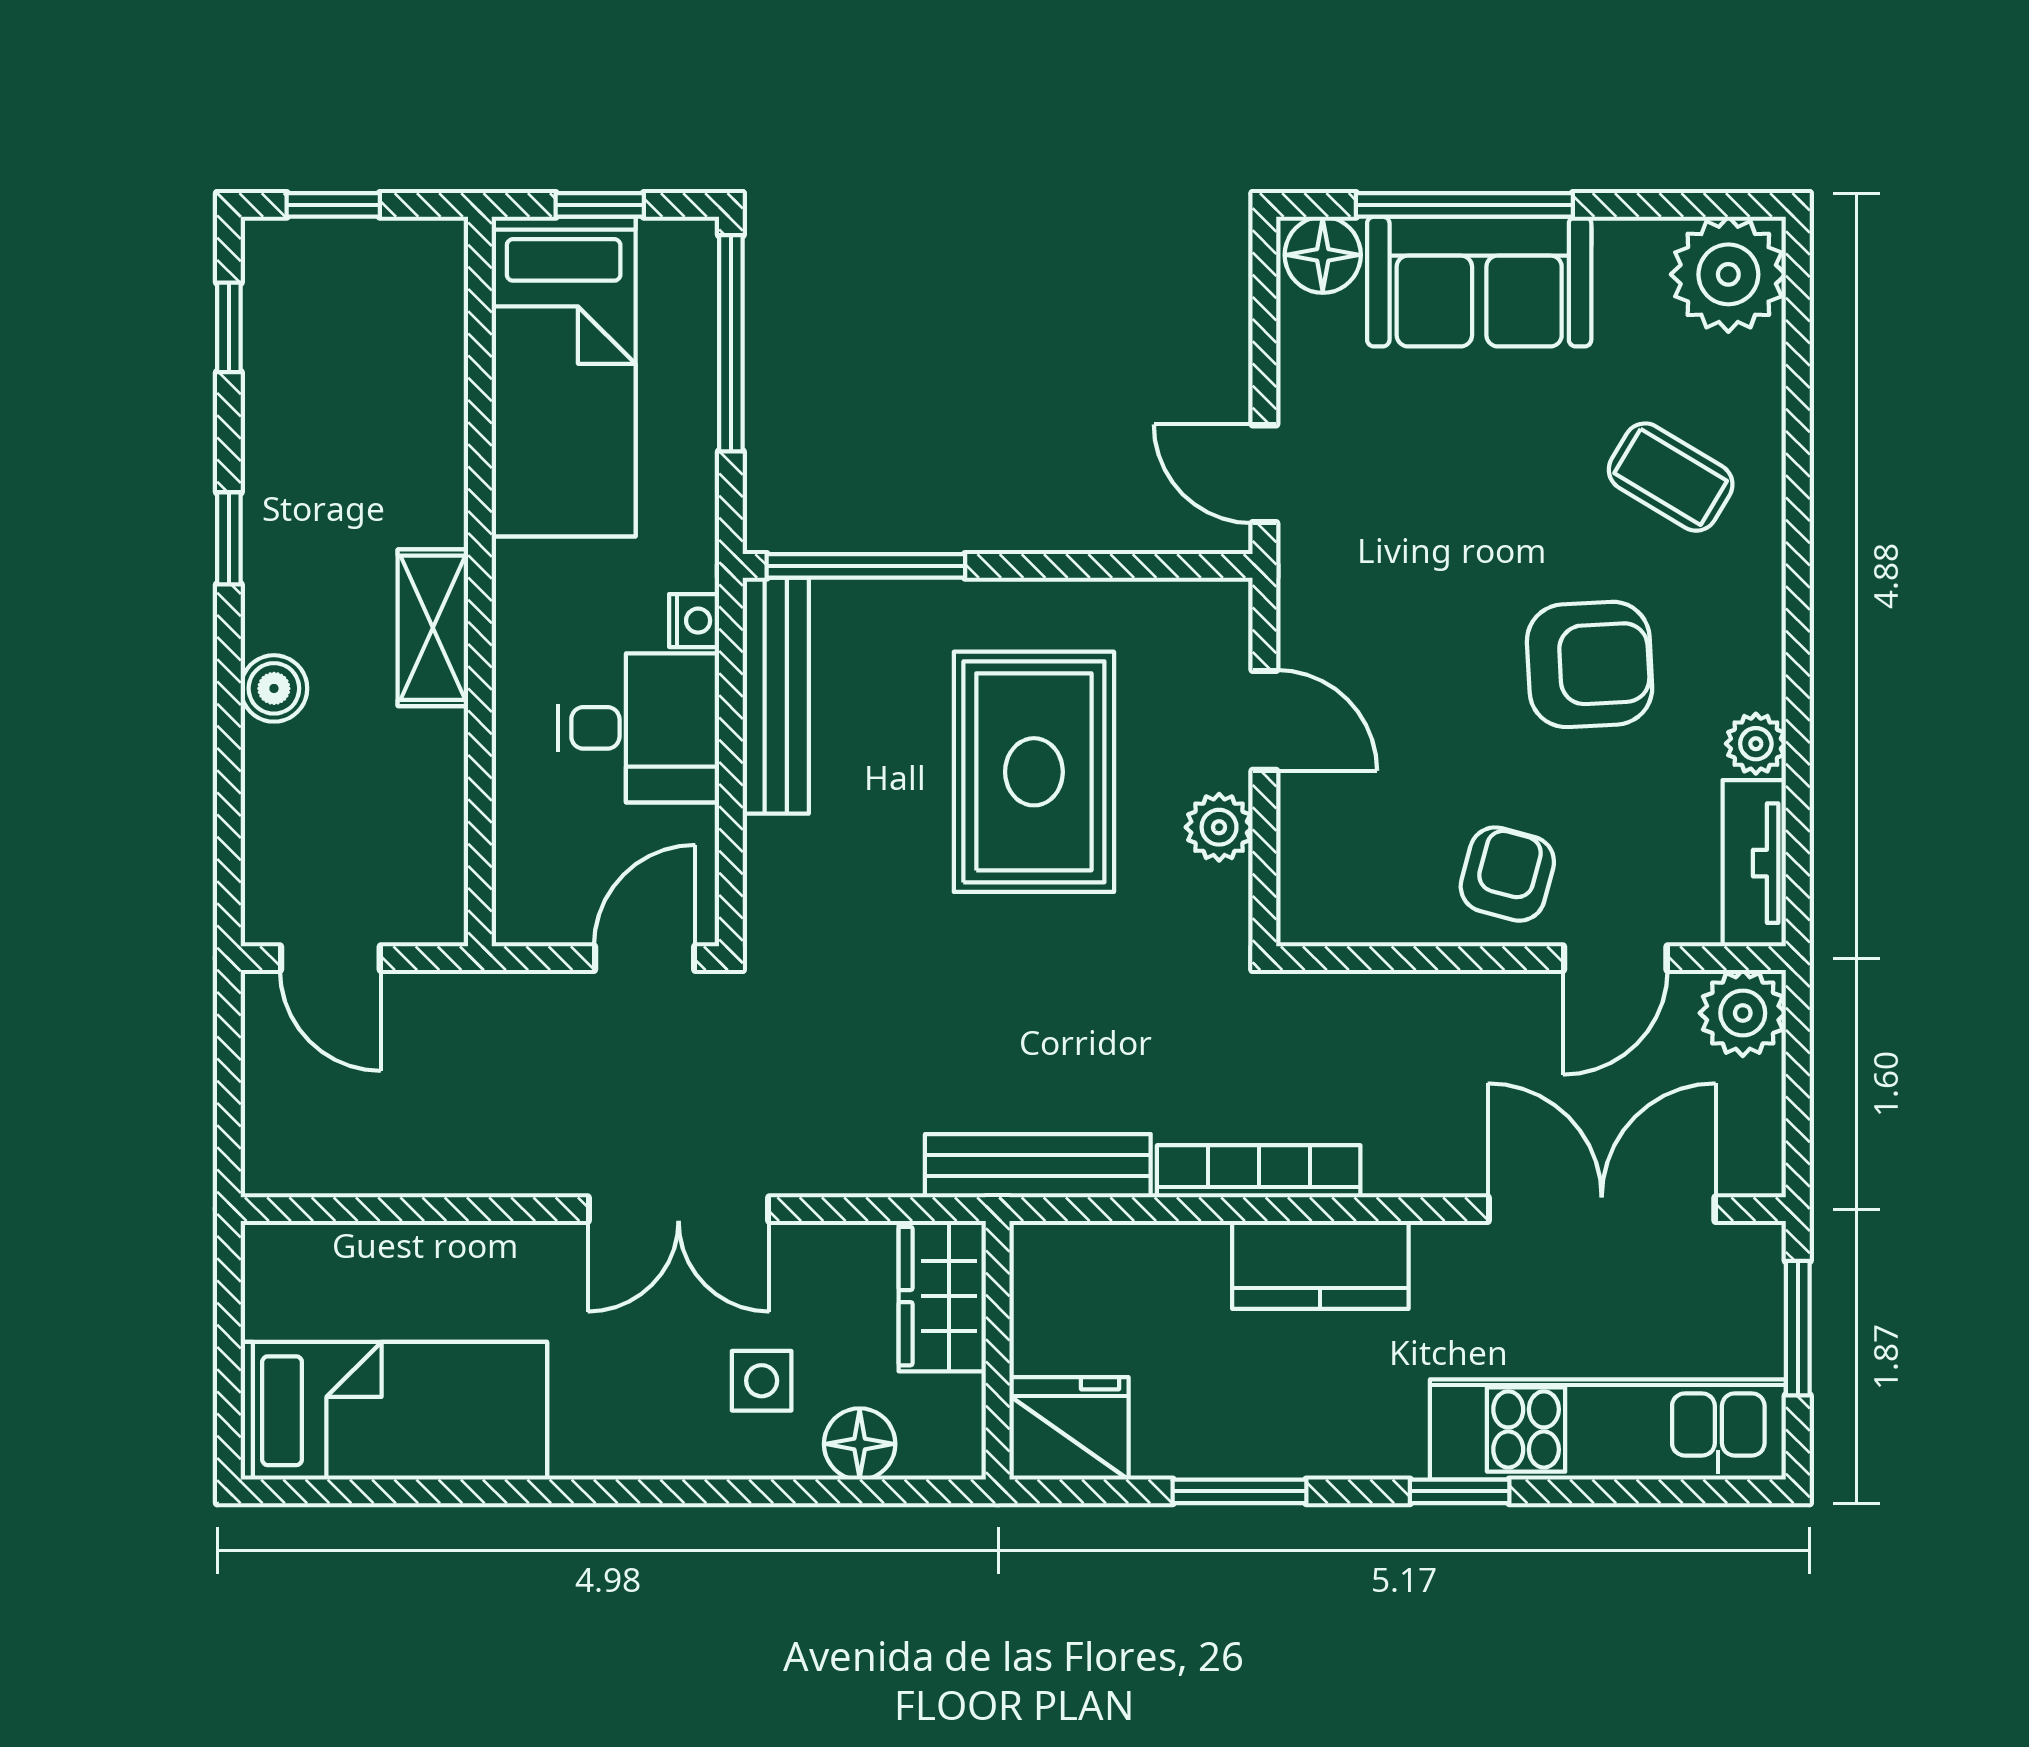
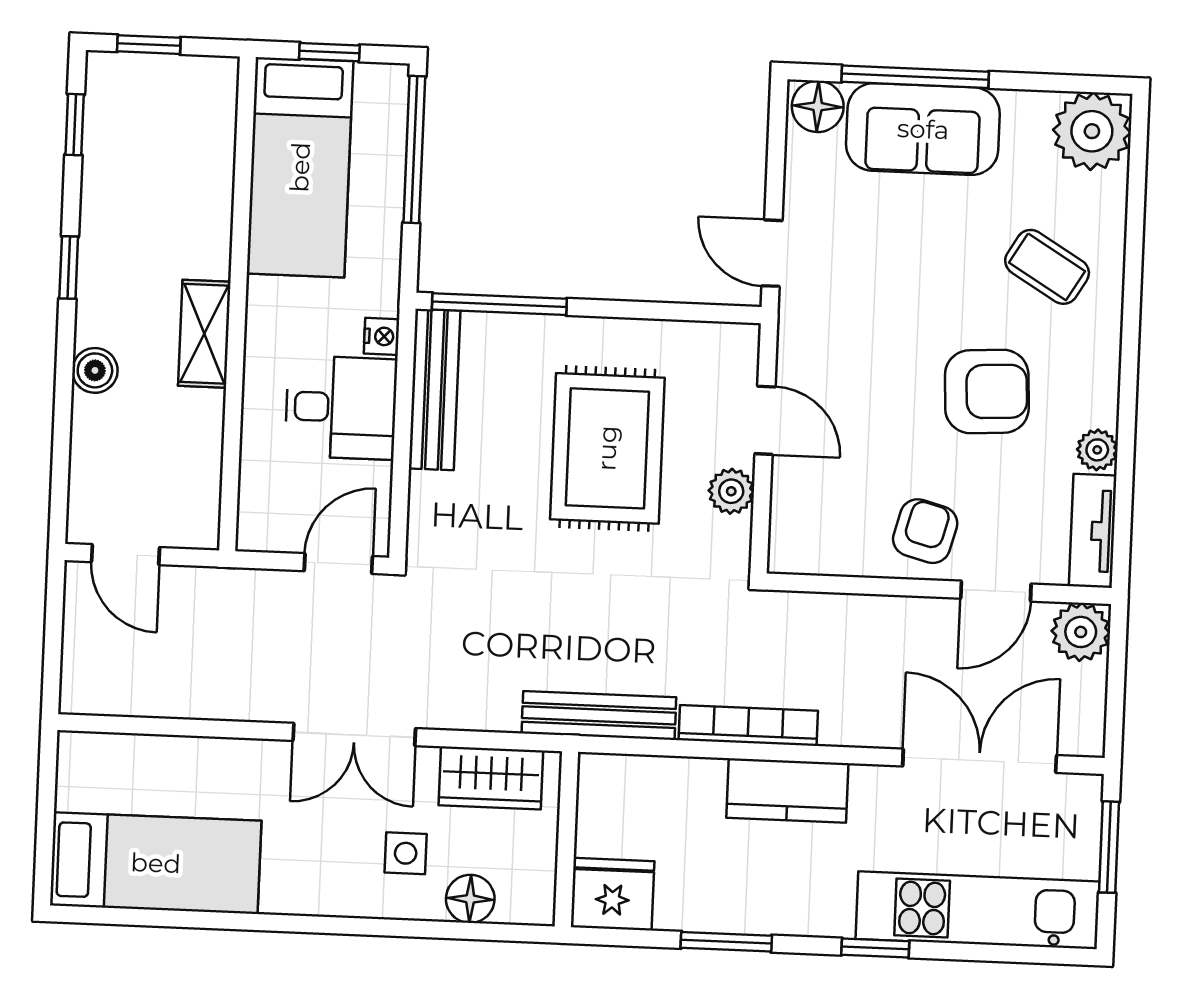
wardrobe: (942, 1296) -> (491, 778), moved, turned -90

